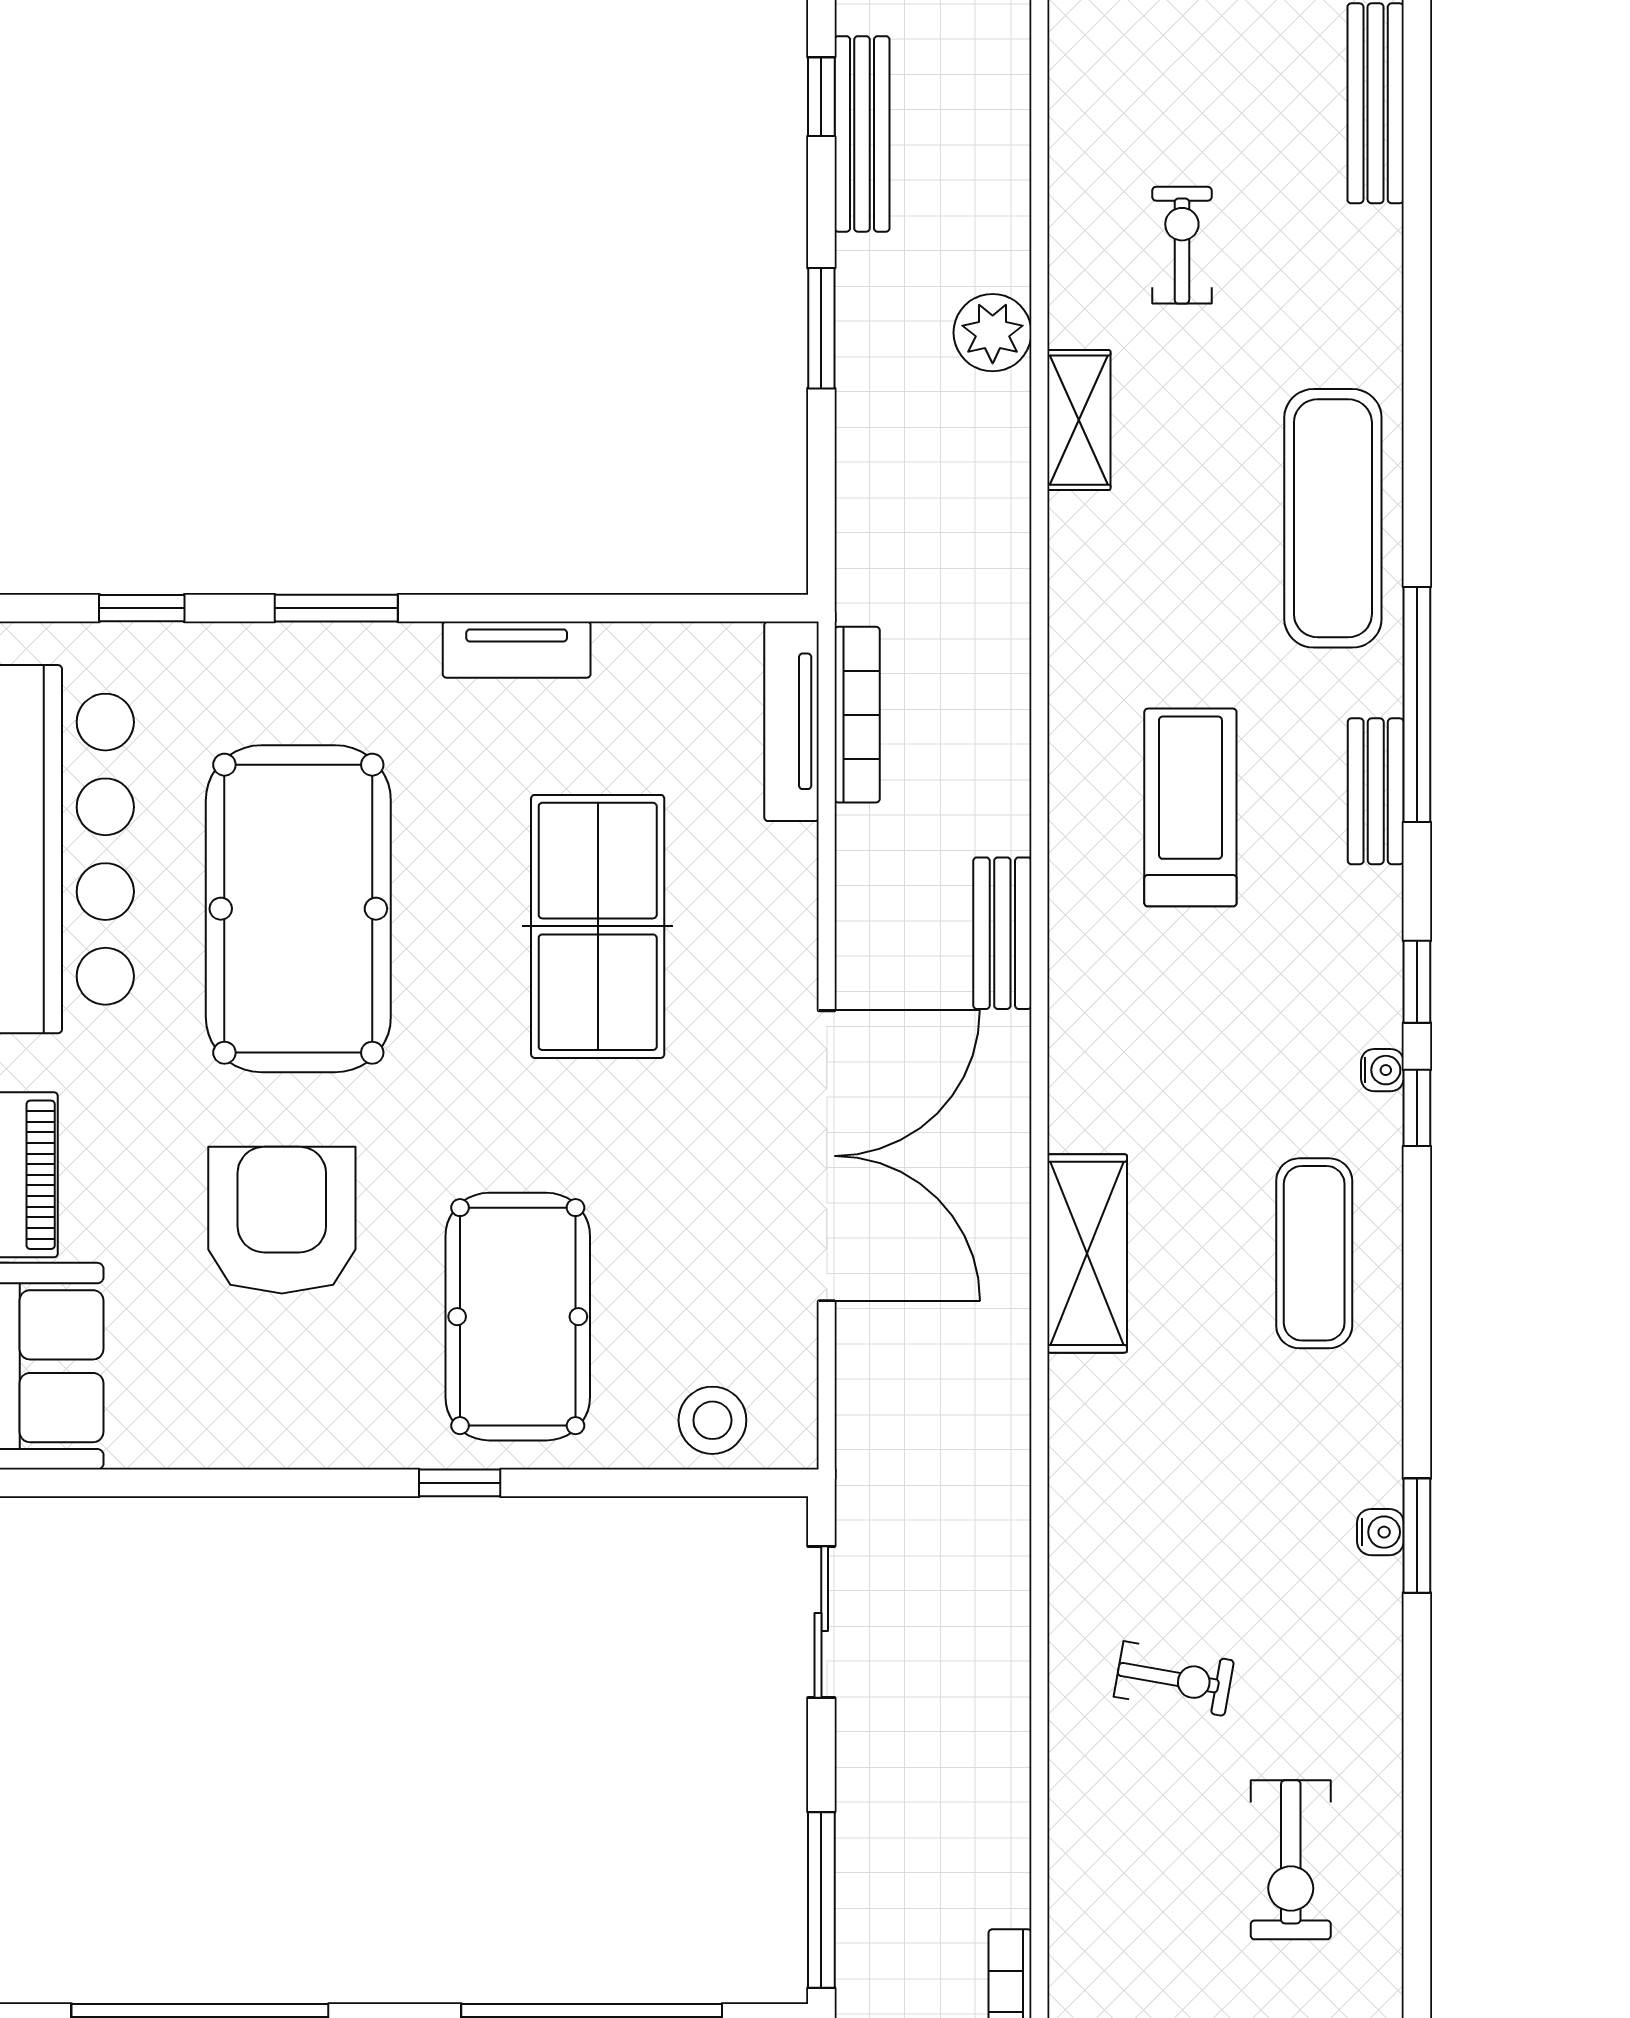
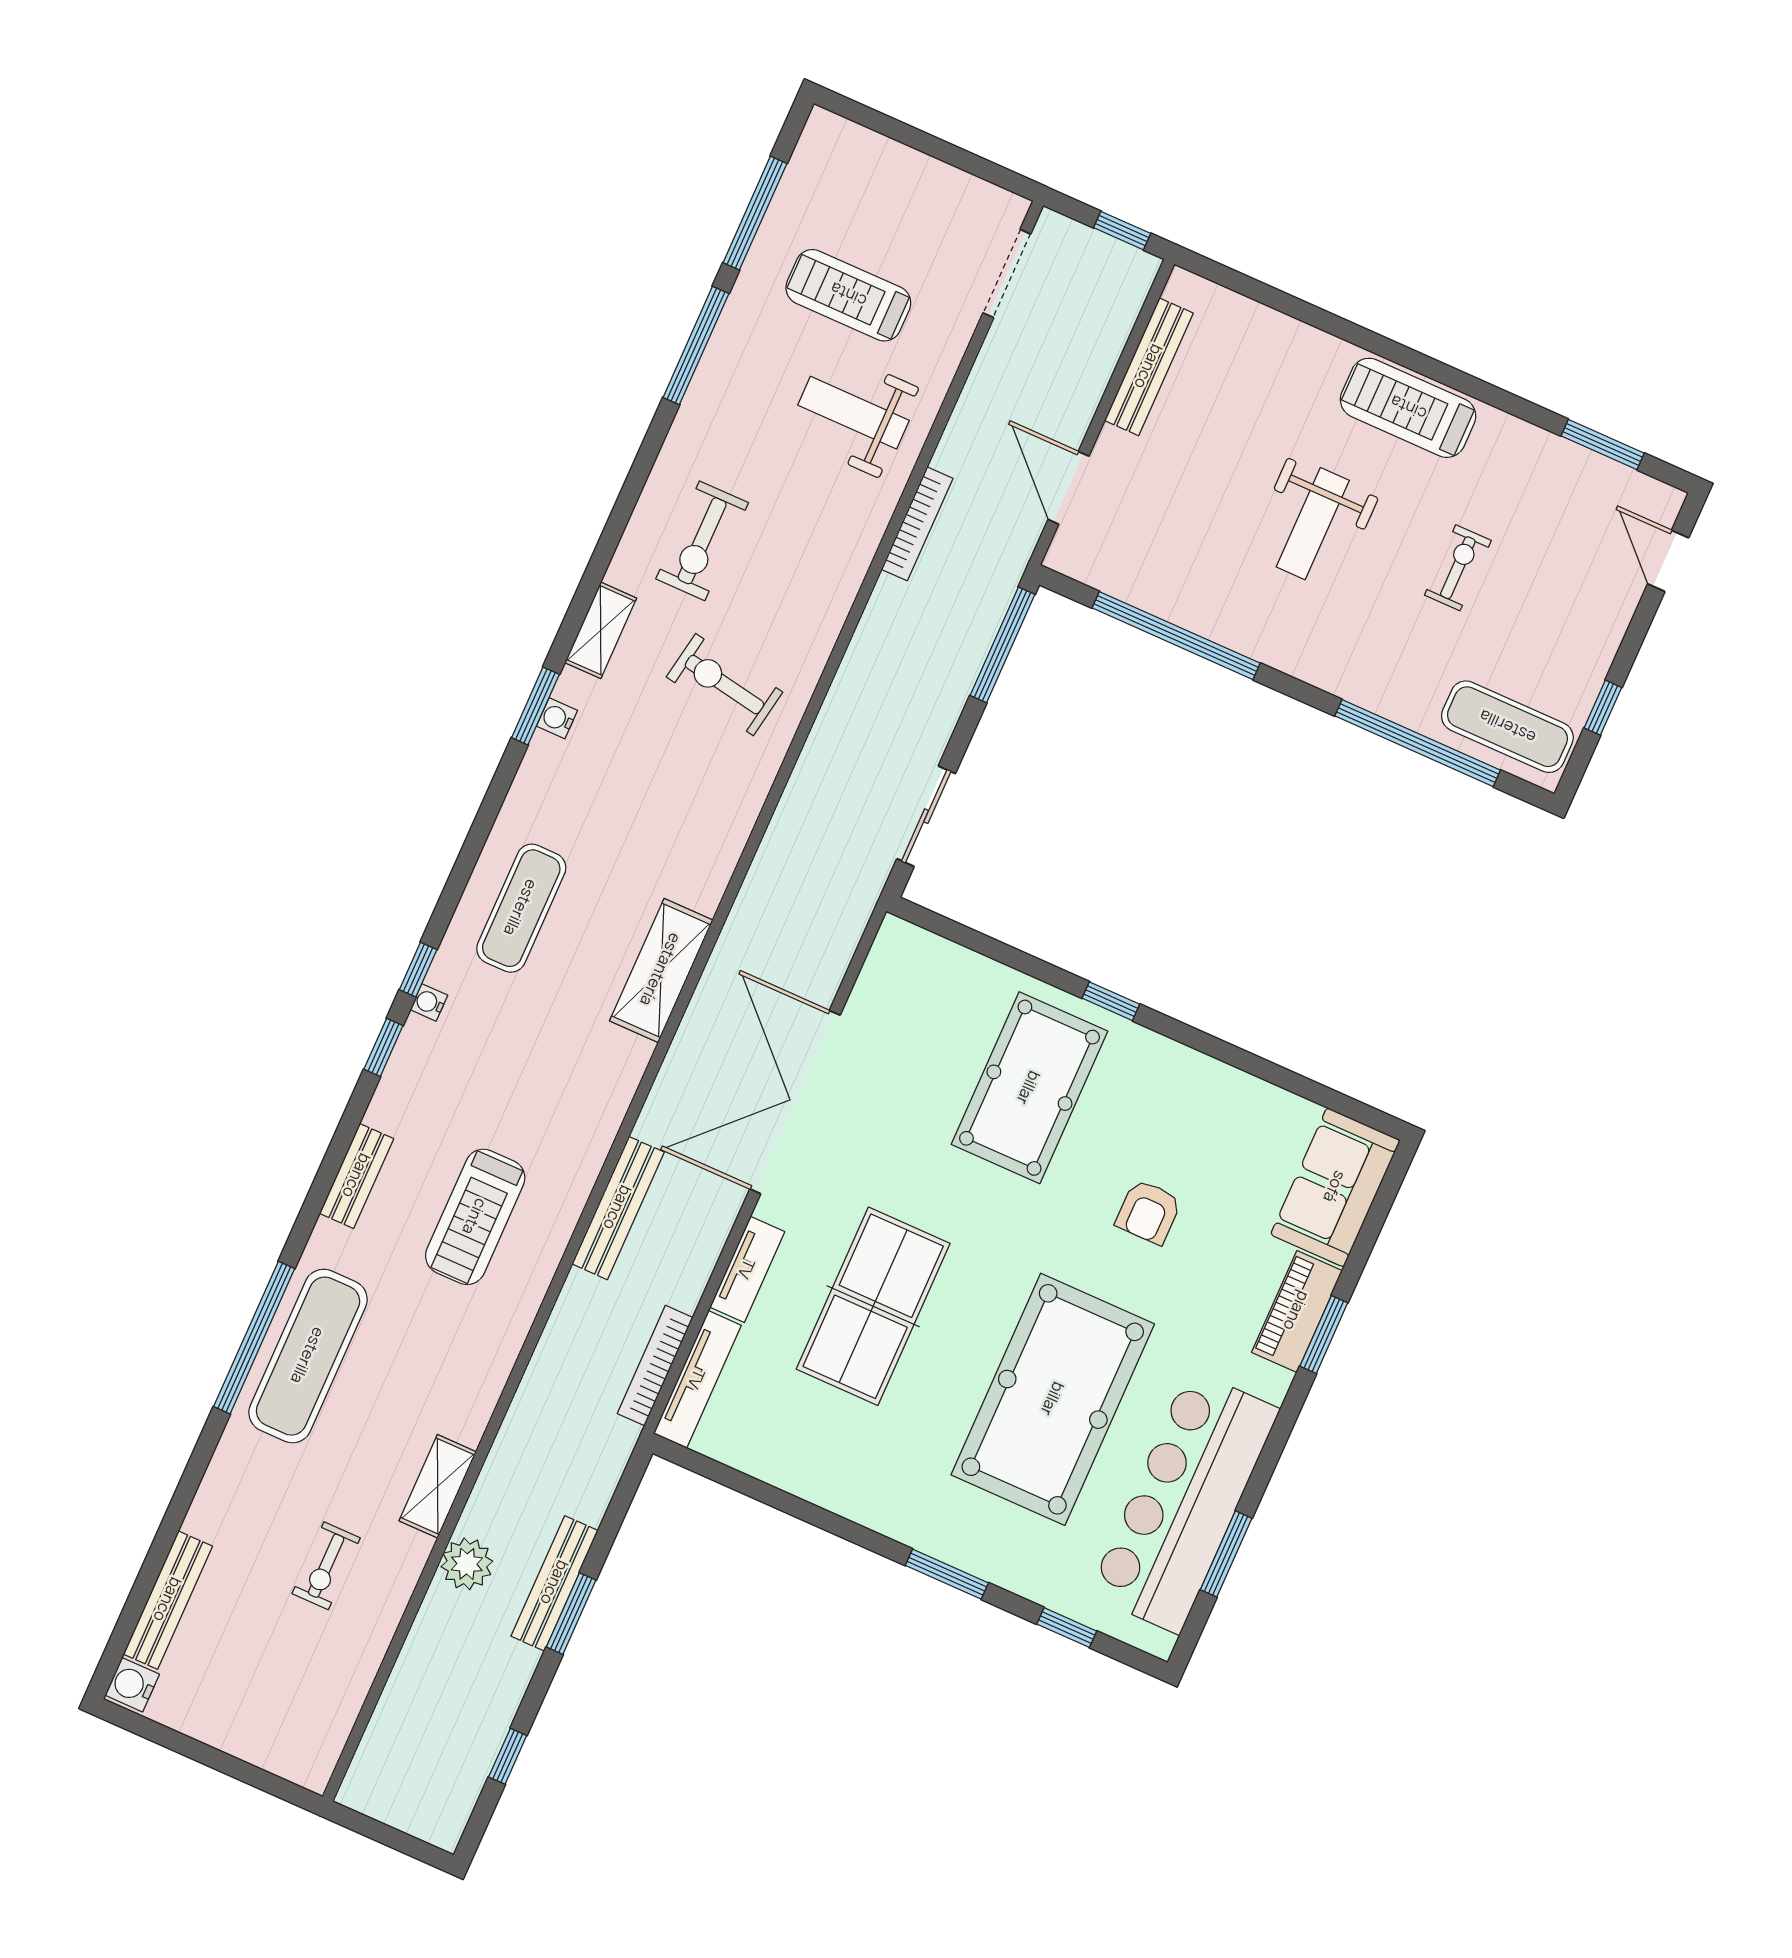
bench: (862, 134) -> (555, 1583), moved
tv unit: (517, 650) -> (747, 1269), moved, turned 90
window: (1417, 705) -> (254, 1338), moved
bench: (1002, 933) -> (618, 1208), width x1.36
armchair: (282, 1220) -> (1148, 1212), width x0.53, depth x0.53
stool: (712, 1420) -> (938, 970), removed
shelving: (1374, 1677) -> (601, 630), added
exercise bike: (1174, 1679) -> (724, 685), width x1.38, depth x1.39
exercise bike: (1291, 1860) -> (702, 541), turned 180

